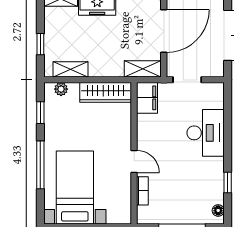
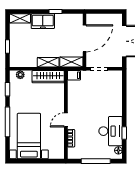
shelving: (70, 69) -> (48, 62), moved
filing cabinet: (147, 98) -> (74, 75), width x0.50
desk: (206, 133) -> (111, 131), moved
door: (134, 162) -> (66, 120), swing flipped

